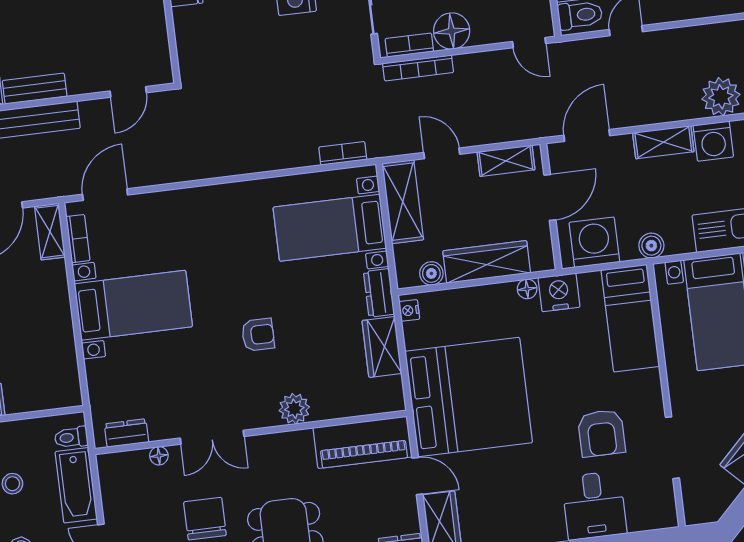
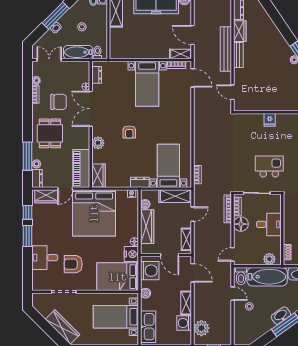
bed: (630, 318) -> (118, 277), width x1.50
wardrobe: (382, 347) -> (98, 176), moved, turned 90
double door: (212, 437) -> (91, 109), width x1.37

